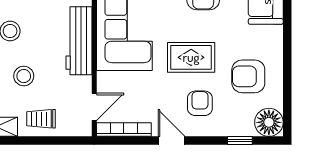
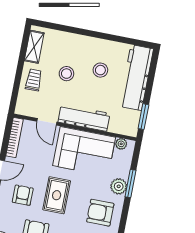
armchair: (200, 103) -> (23, 195), turned -90
door: (94, 107) -> (47, 122), moved

